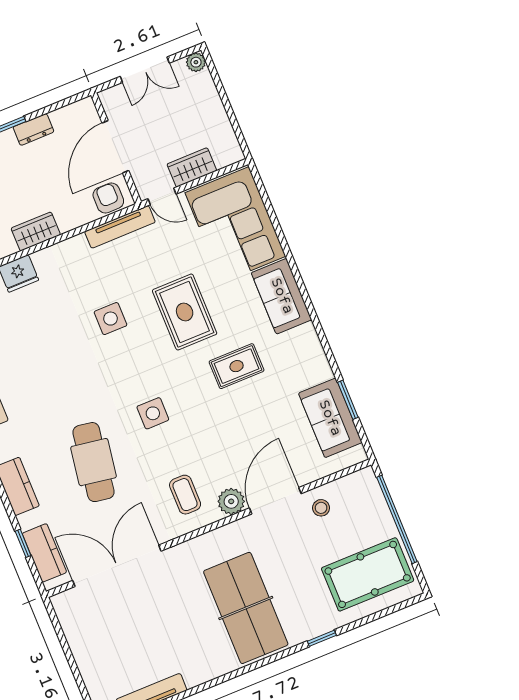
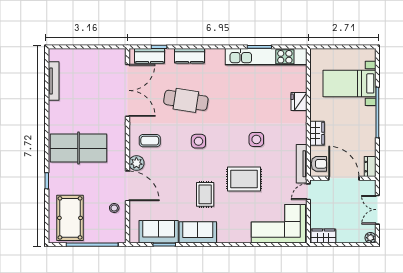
dresser: (33, 129) -> (370, 167), moved
wardrobe: (192, 167) -> (323, 236), moved, turned -90
wardrobe: (36, 232) -> (317, 133), moved
sofa: (282, 296) -> (198, 232), moved

